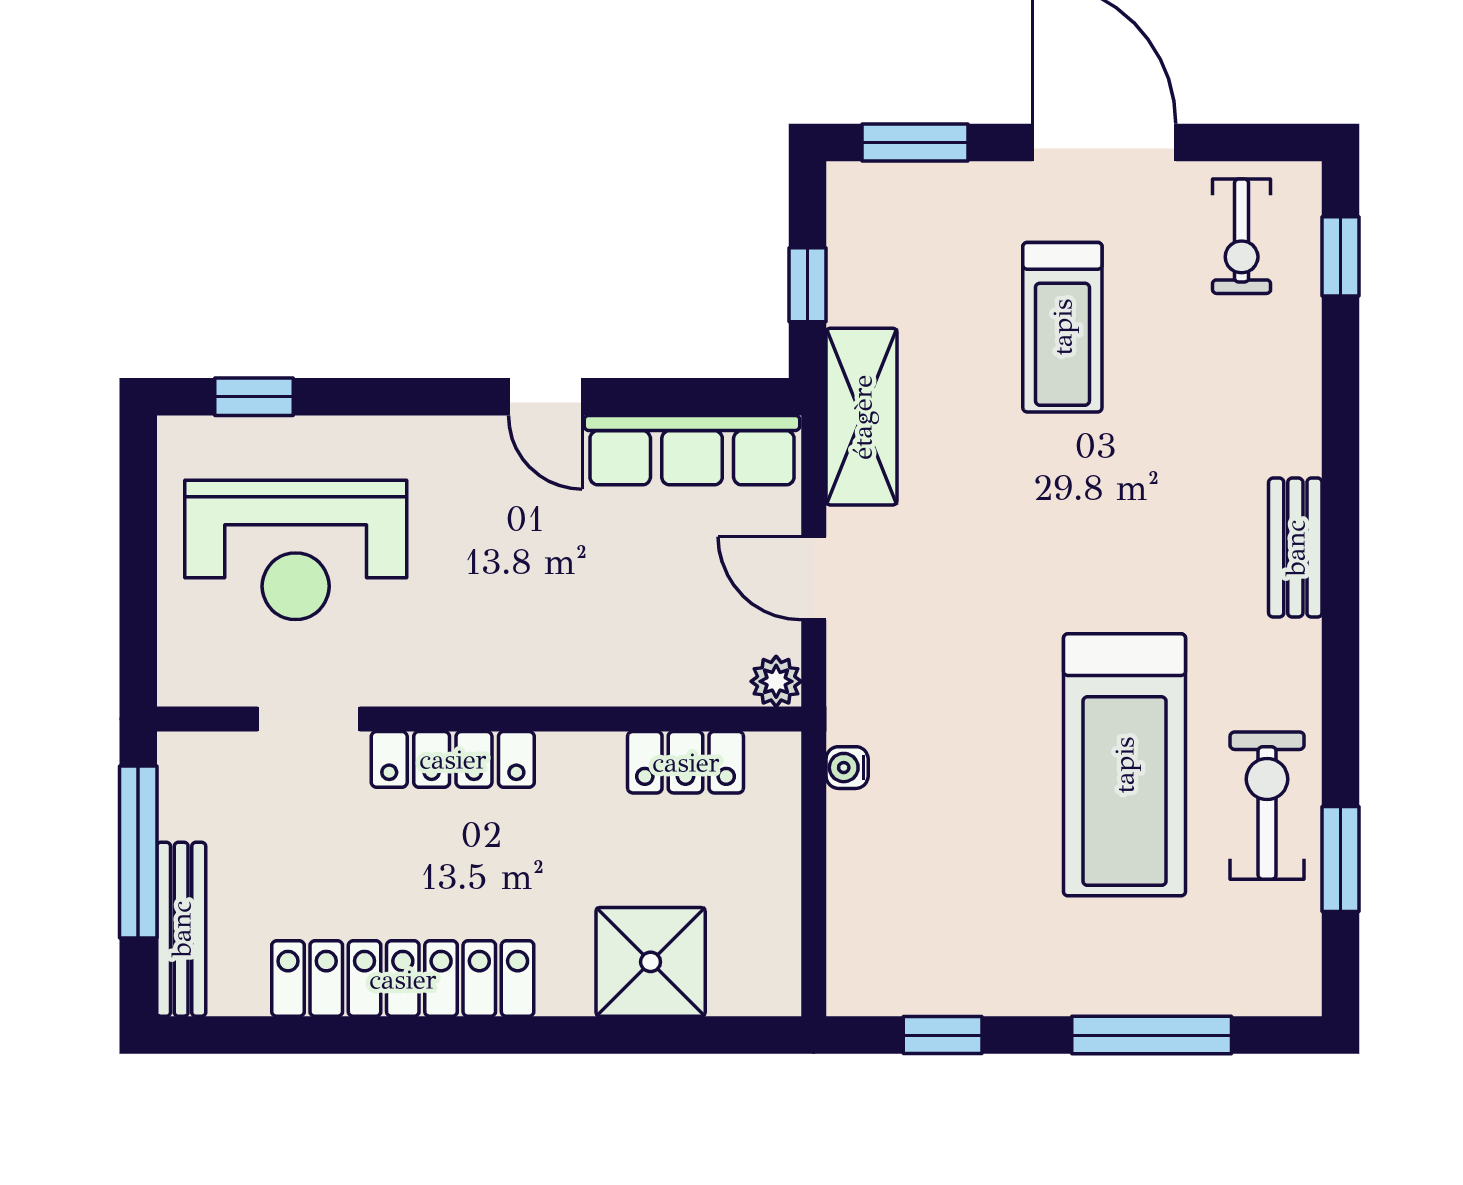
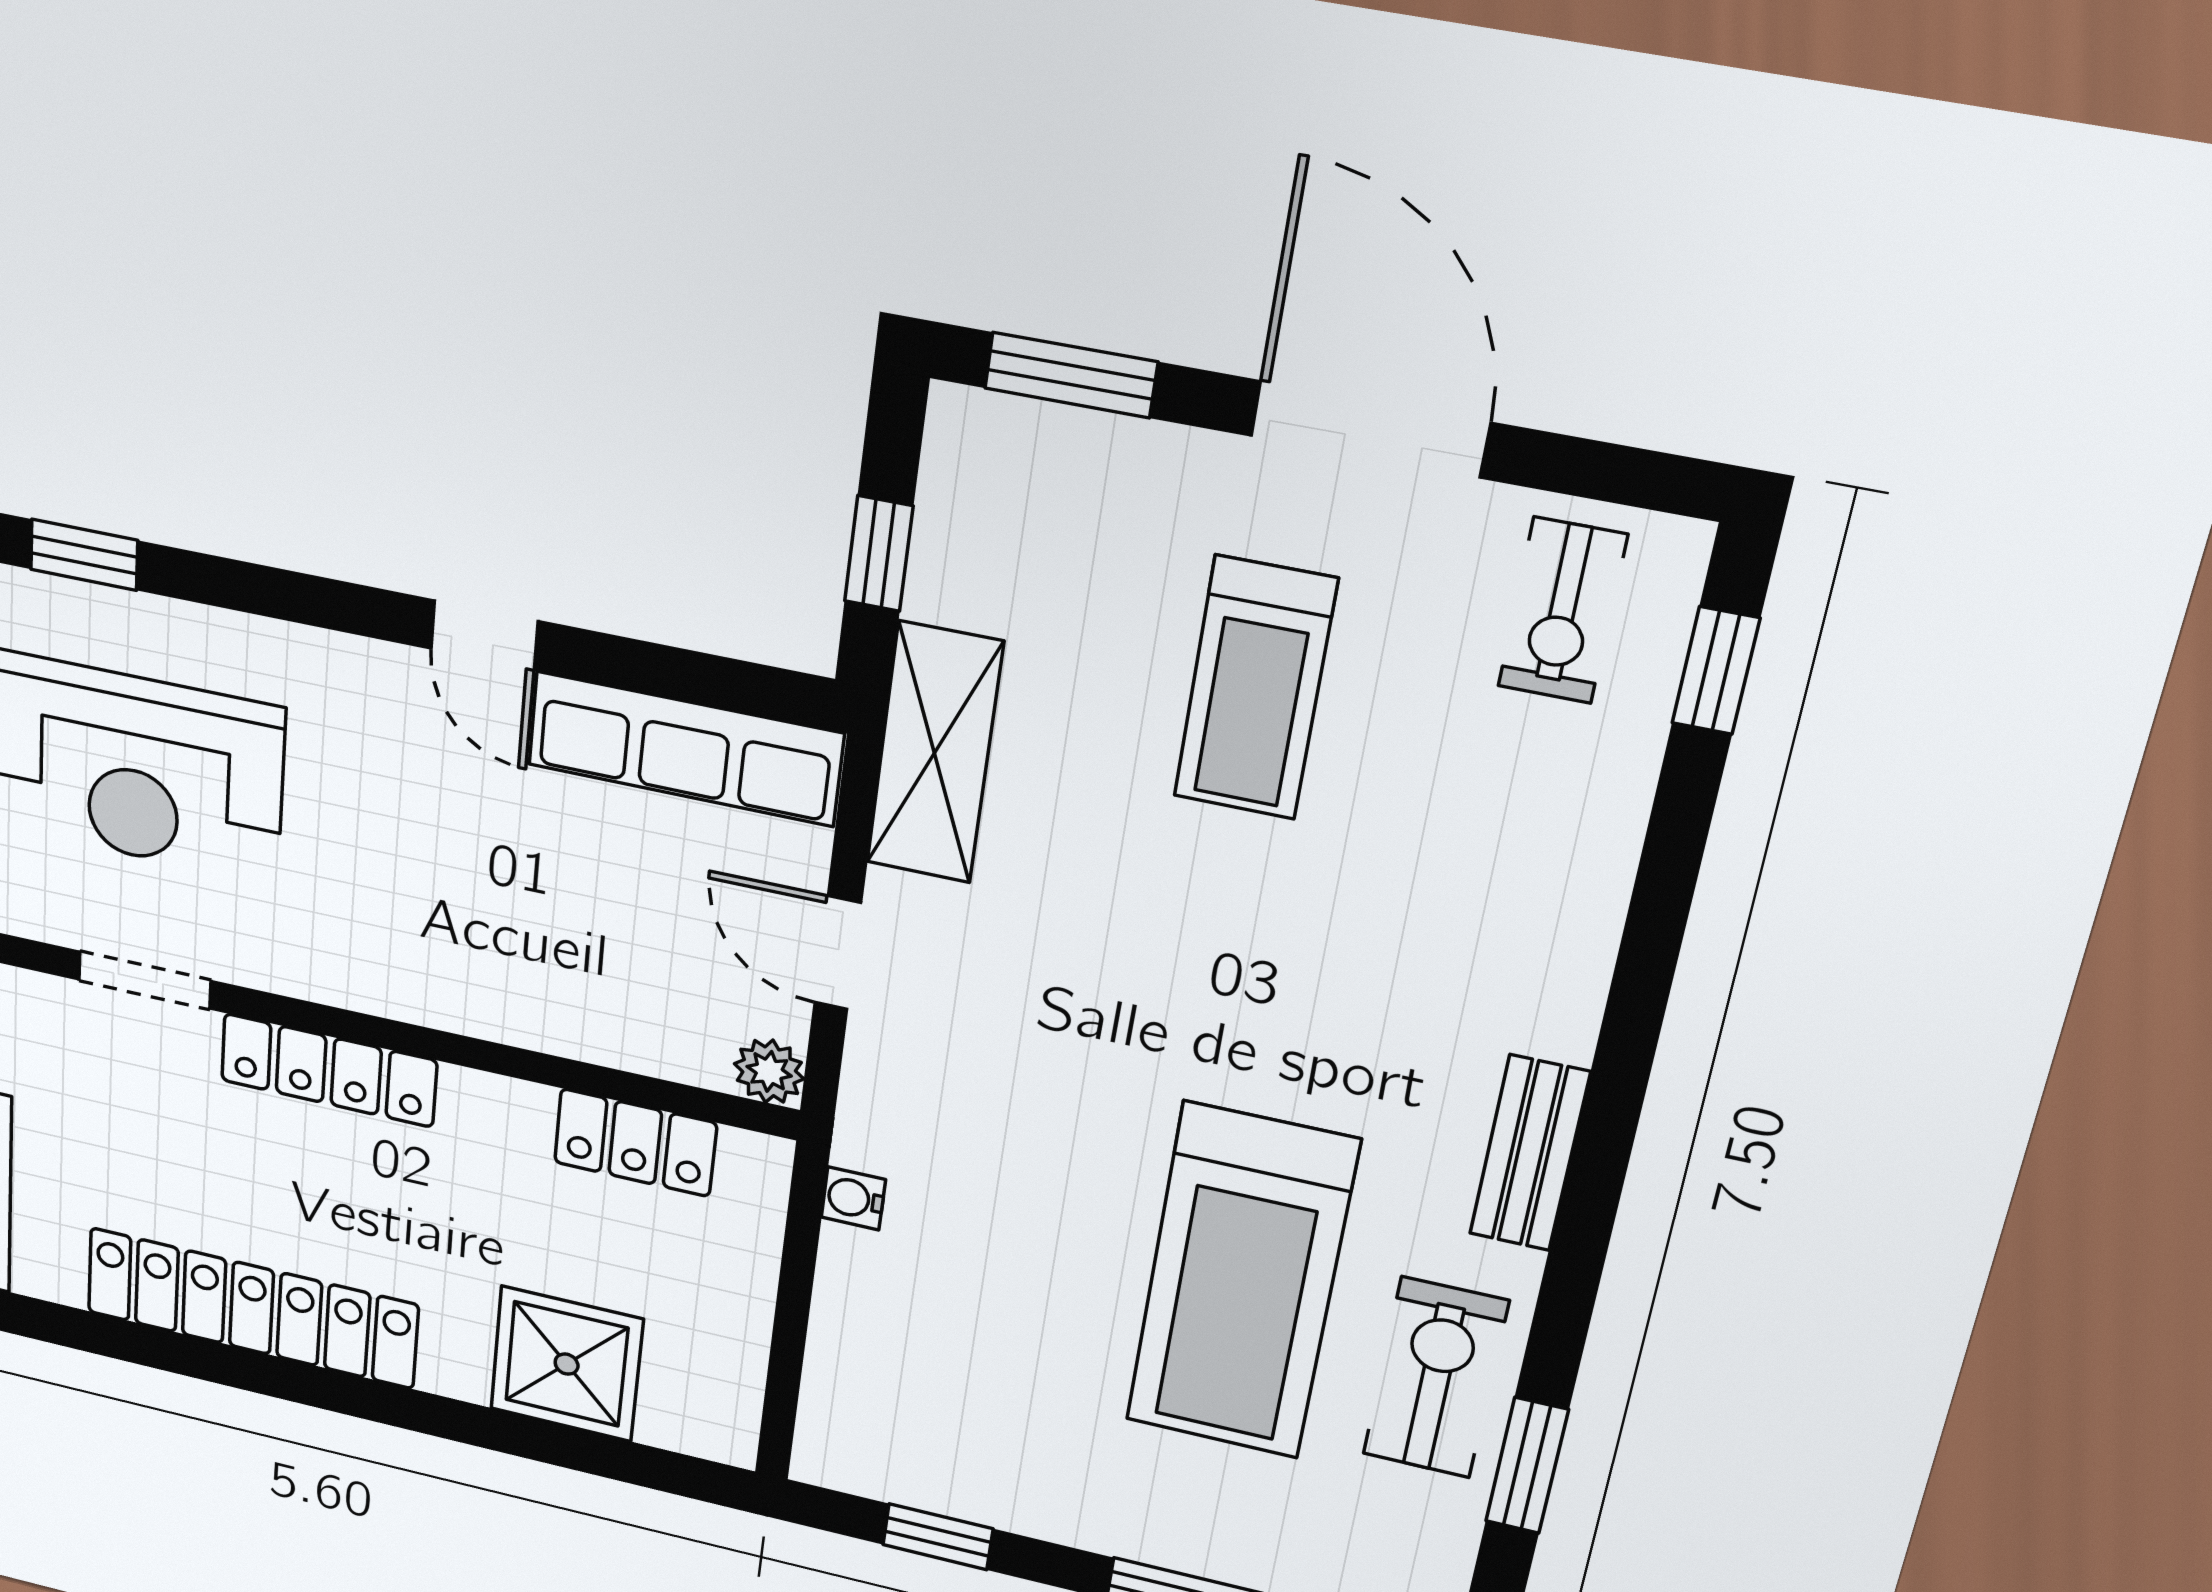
bench: (1295, 548) -> (1530, 1153), moved

